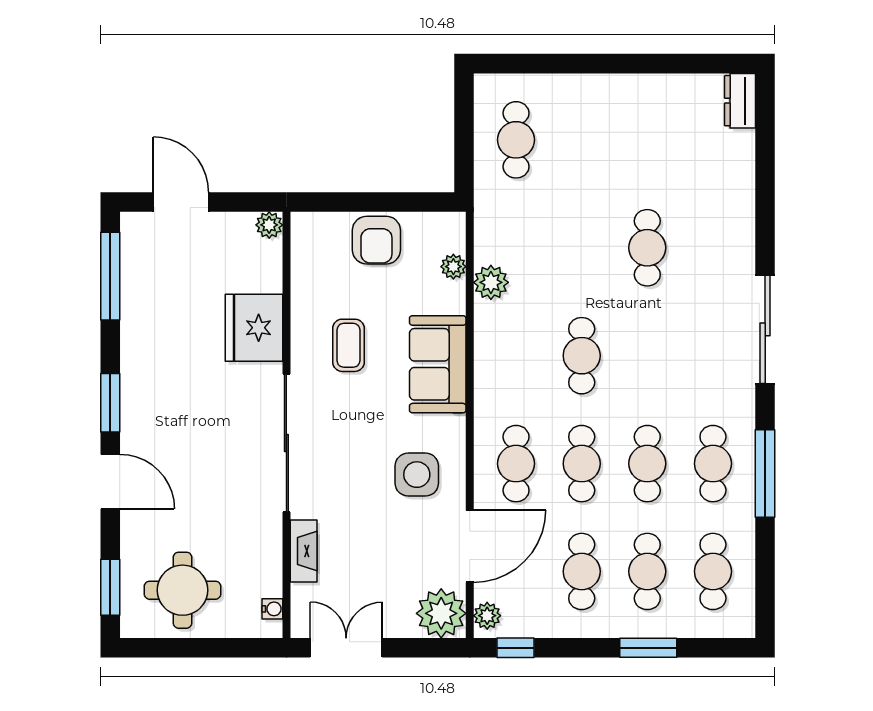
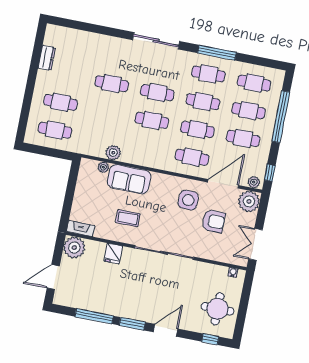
dresser: (740, 101) -> (47, 58), moved, turned -90
cafe table: (582, 140) -> (61, 102), added
plant: (269, 225) -> (74, 248), width x1.87, depth x1.87
armchair: (376, 240) -> (213, 221), moved
window: (110, 276) -> (94, 316), moved
fridge: (254, 328) -> (113, 254), width x0.53, depth x0.75
cafe table: (647, 356) -> (157, 93), added
sofa: (438, 364) -> (129, 179), moved
door: (470, 546) -> (223, 184), hinge flipped
fireplace: (304, 551) -> (81, 229), moved
window: (110, 587) -> (210, 339), width x0.67
window: (648, 648) -> (281, 117), width x2.11

